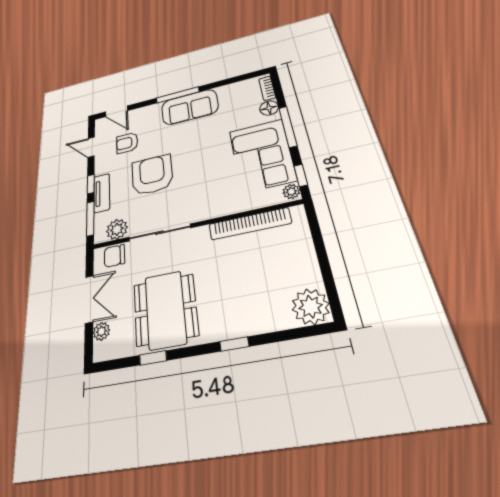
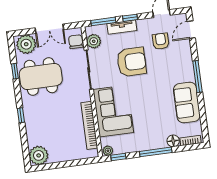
sofa: (190, 107) -> (187, 103), moved
corner sofa: (262, 155) -> (113, 111), moved, turned 90
plant: (101, 331) -> (26, 44), width x1.87, depth x1.87

